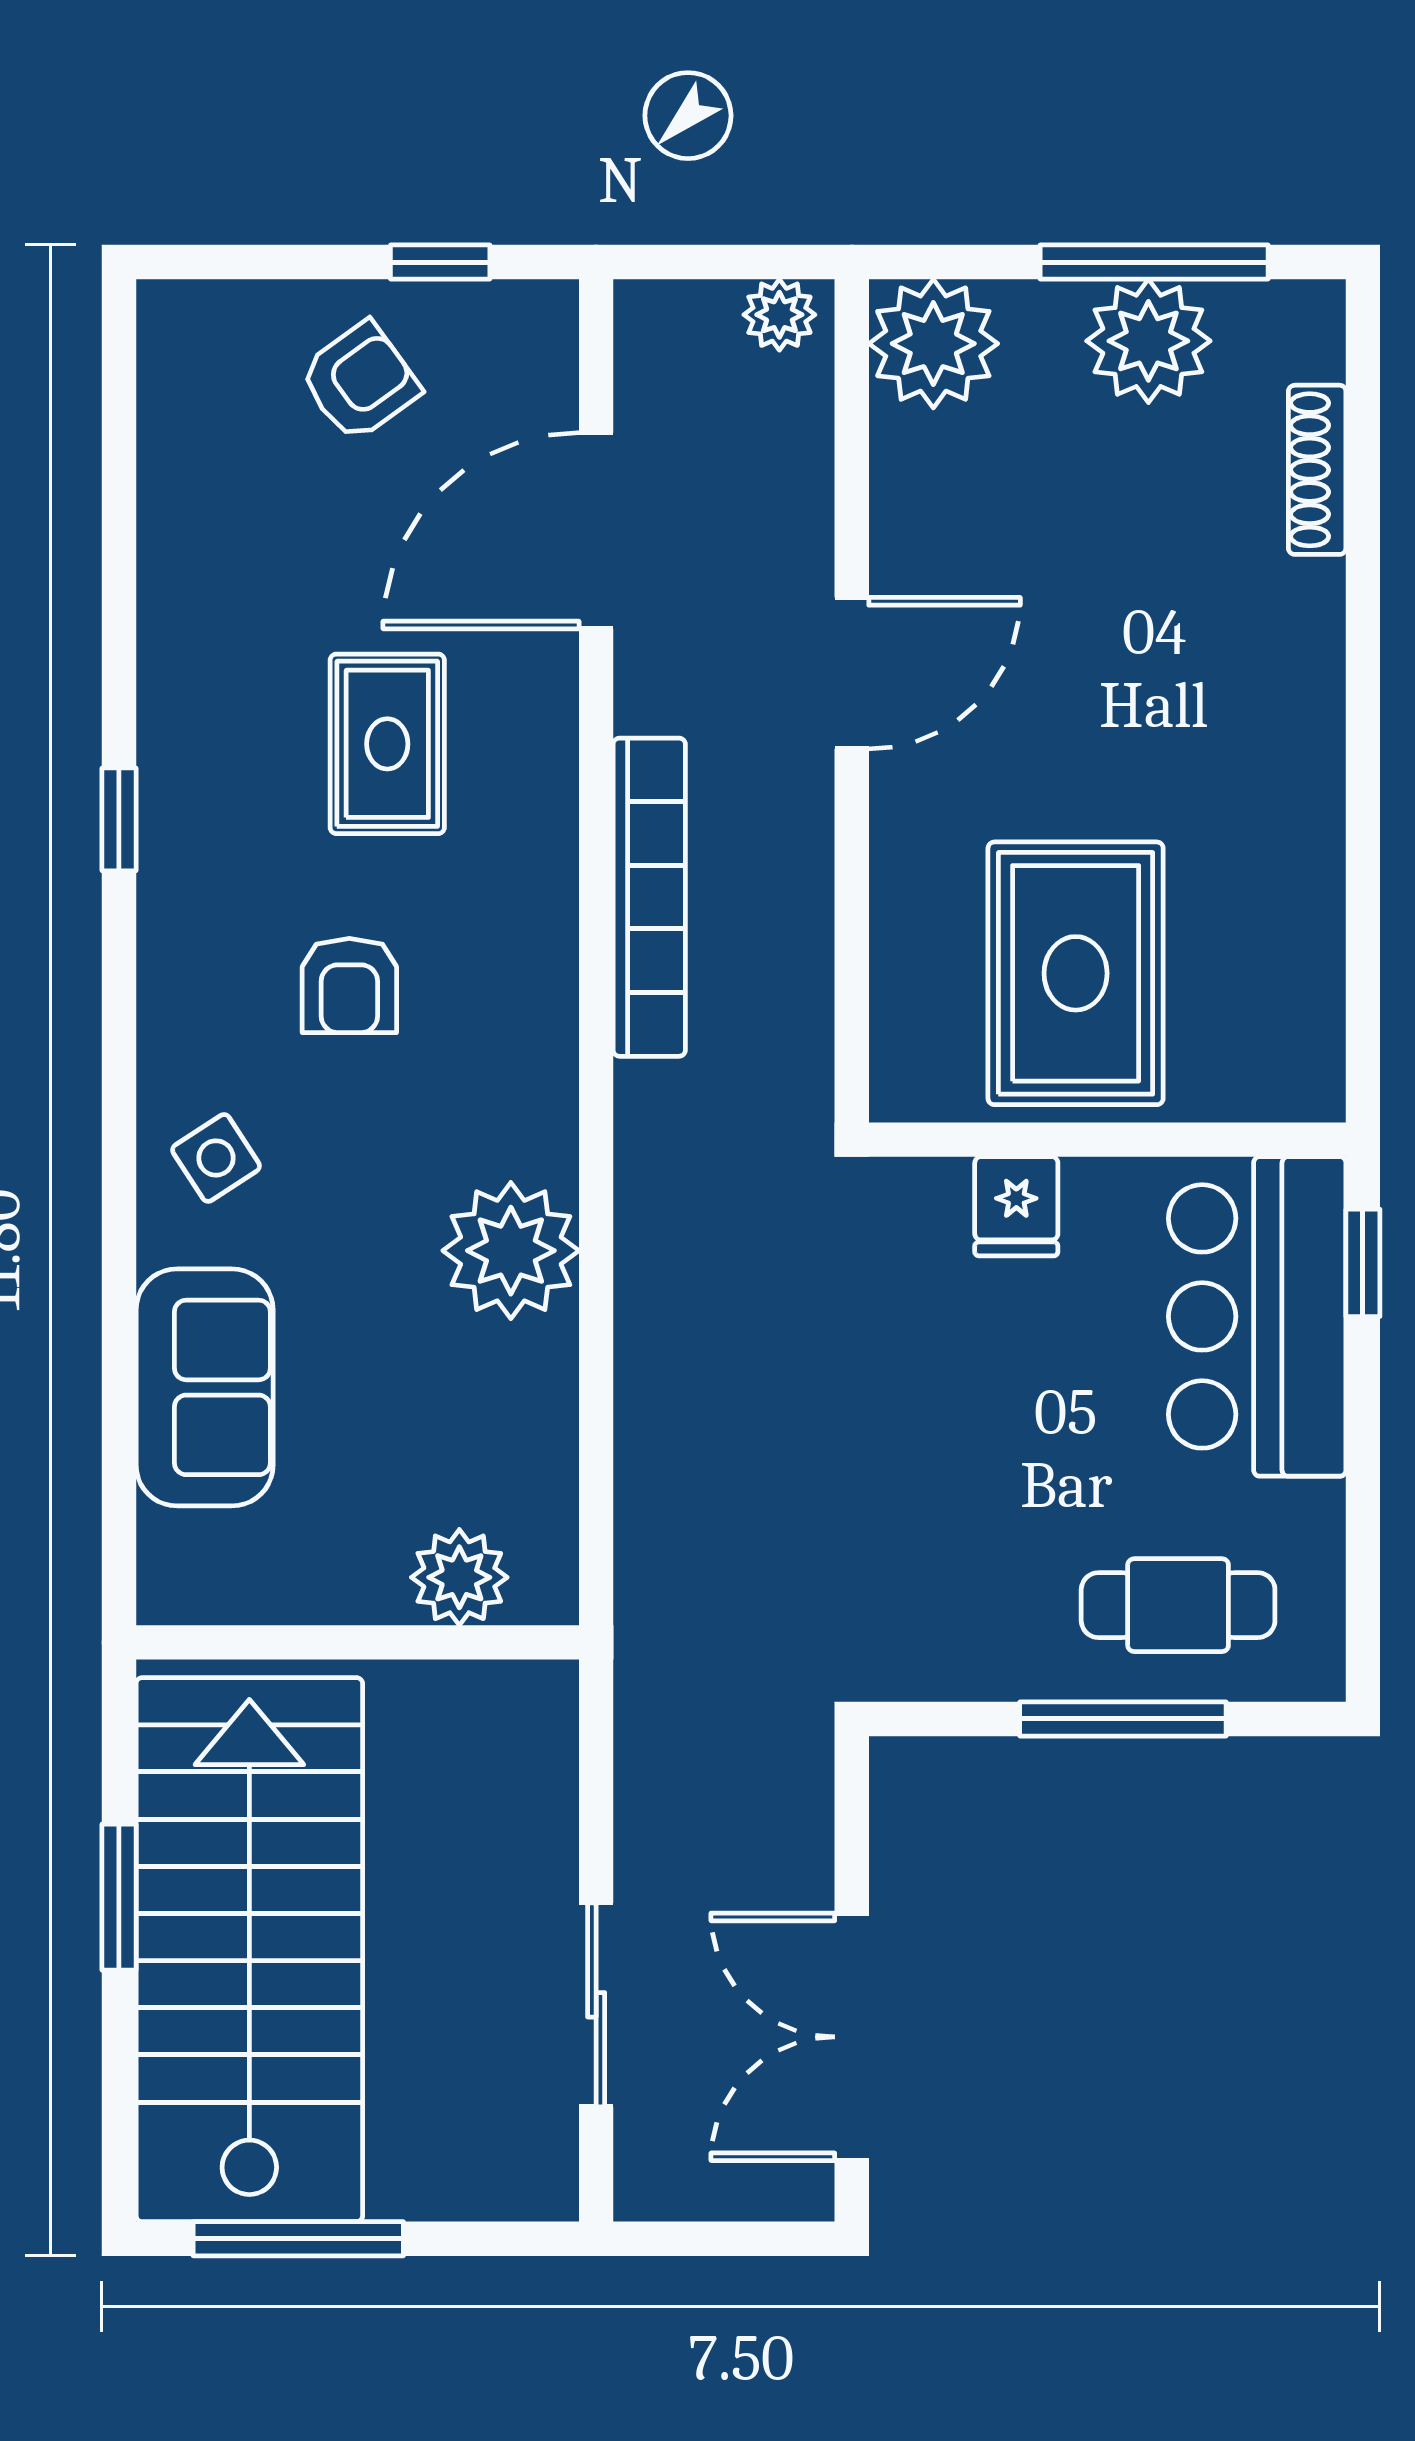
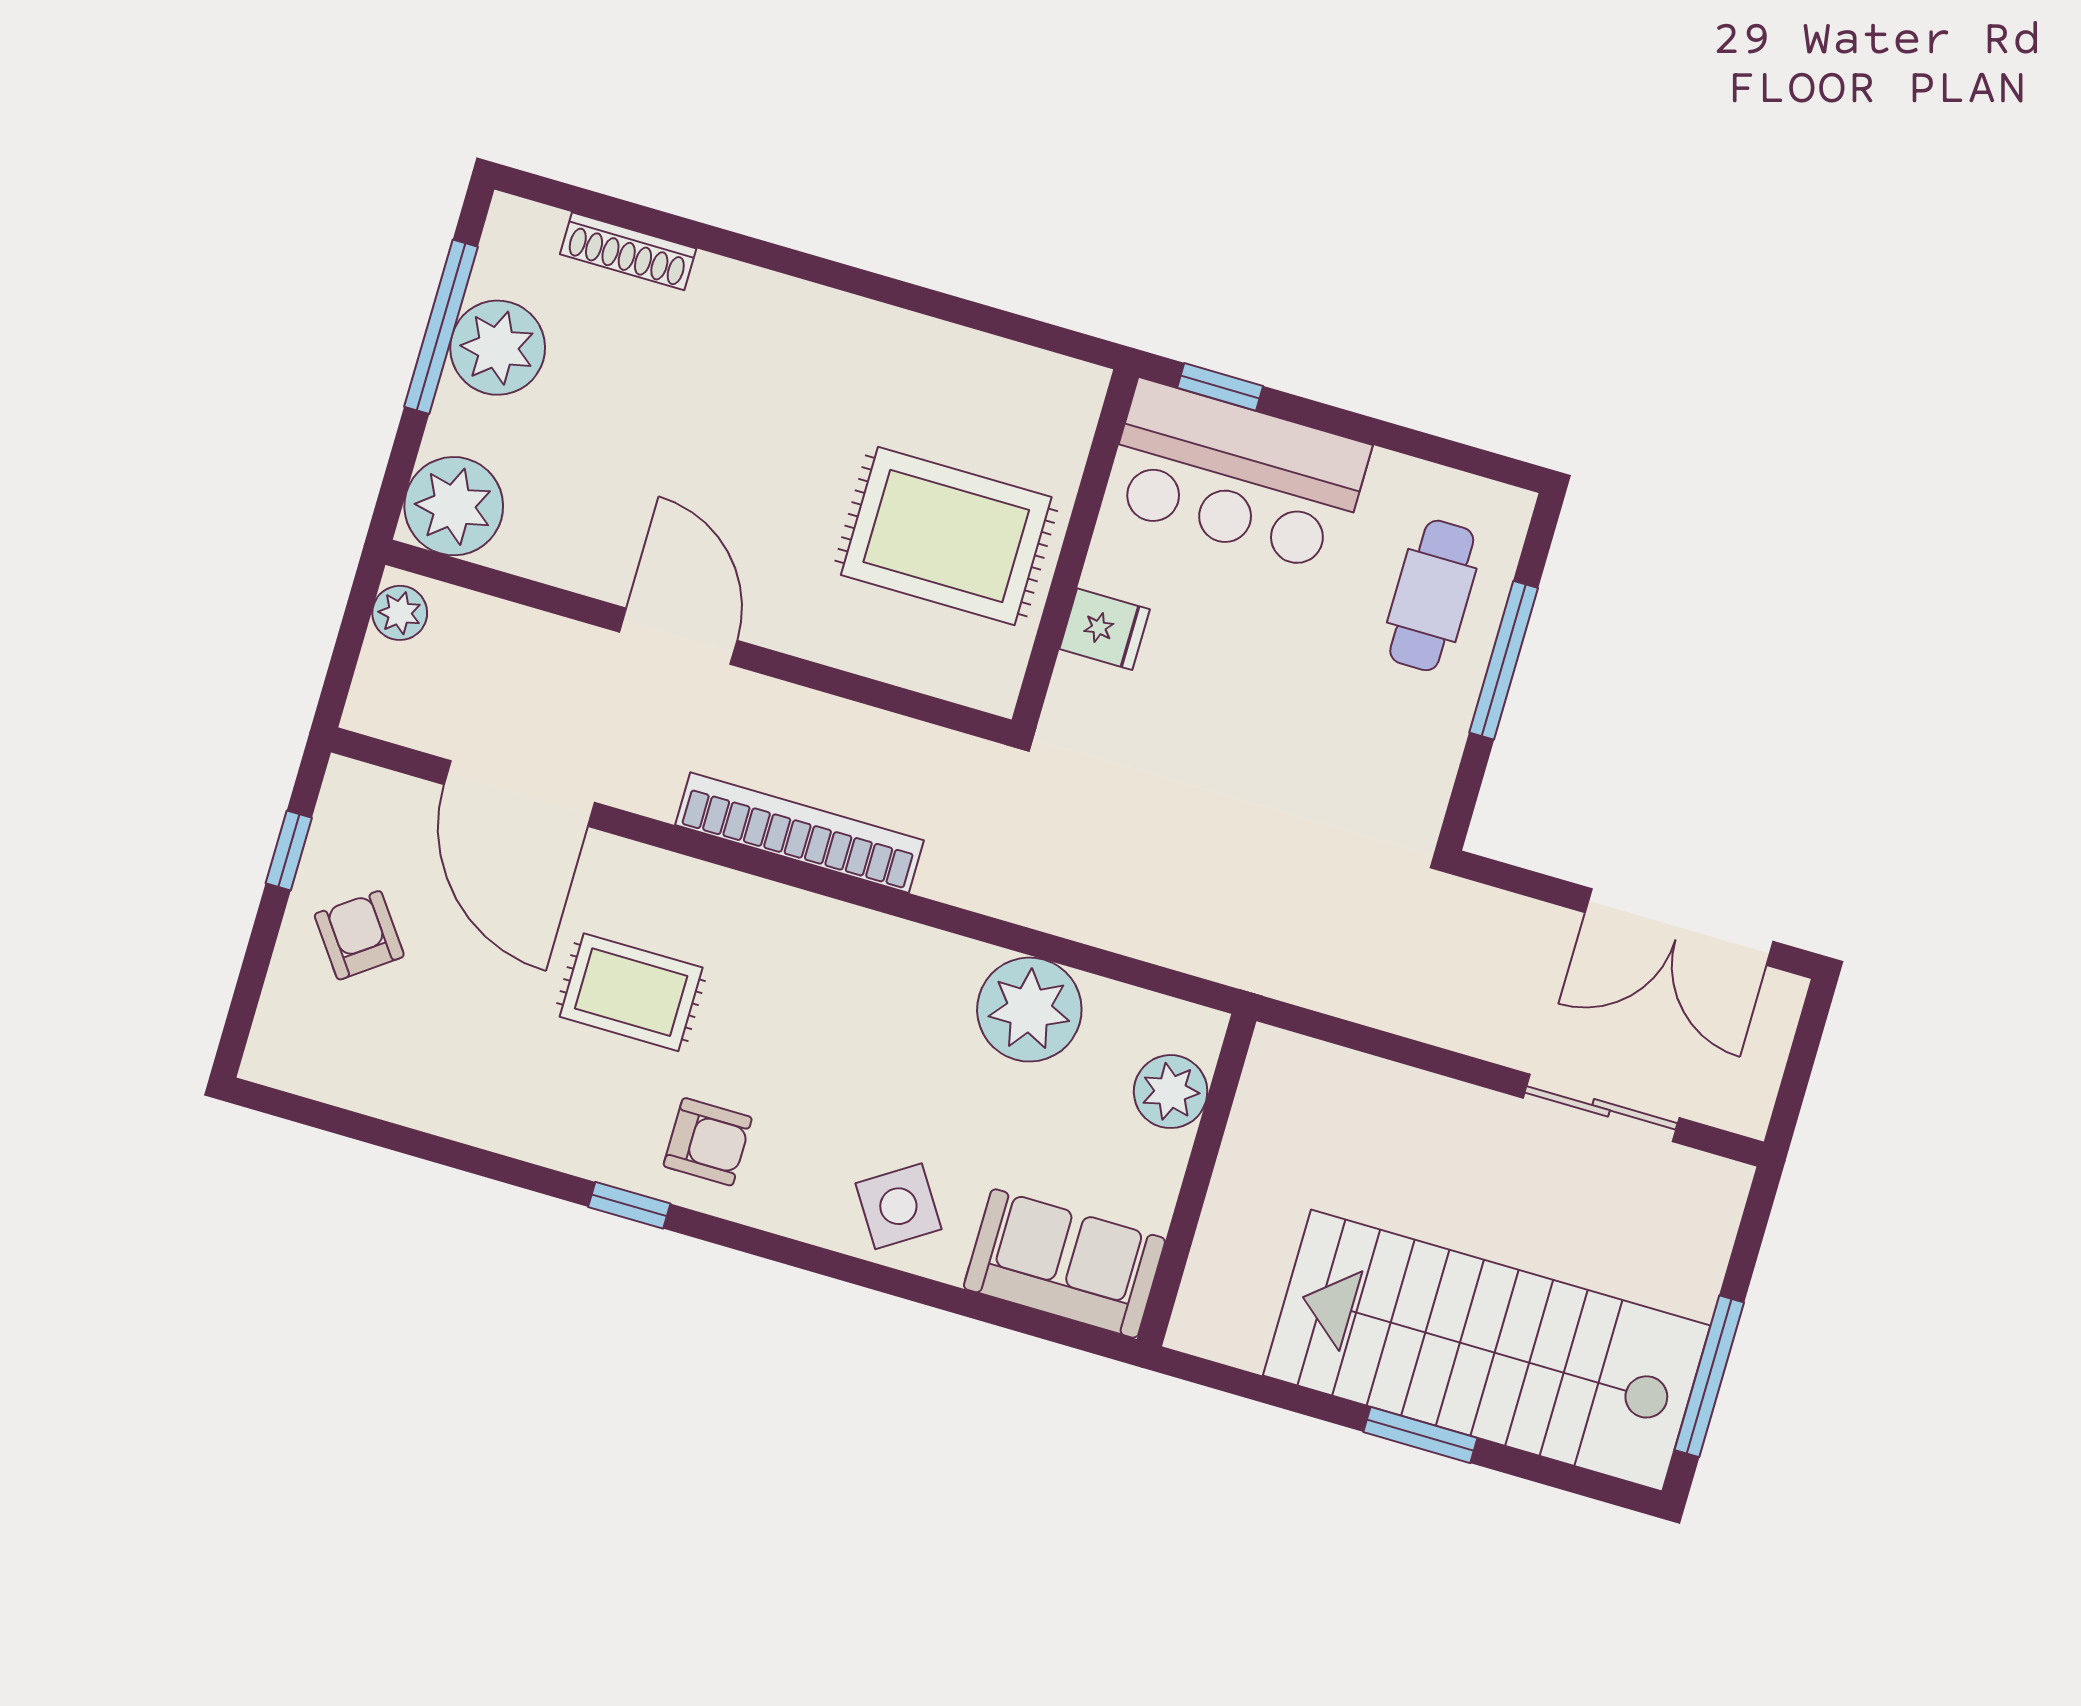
armchair: (349, 986) -> (708, 1142), moved
side table: (216, 1158) -> (898, 1206), width x1.37, depth x1.37
plant: (459, 1577) -> (1171, 1092), moved
wall: (358, 1642) -> (1197, 1180), moved

